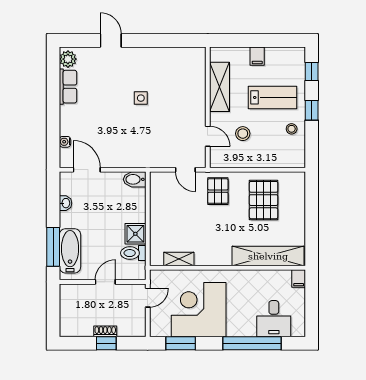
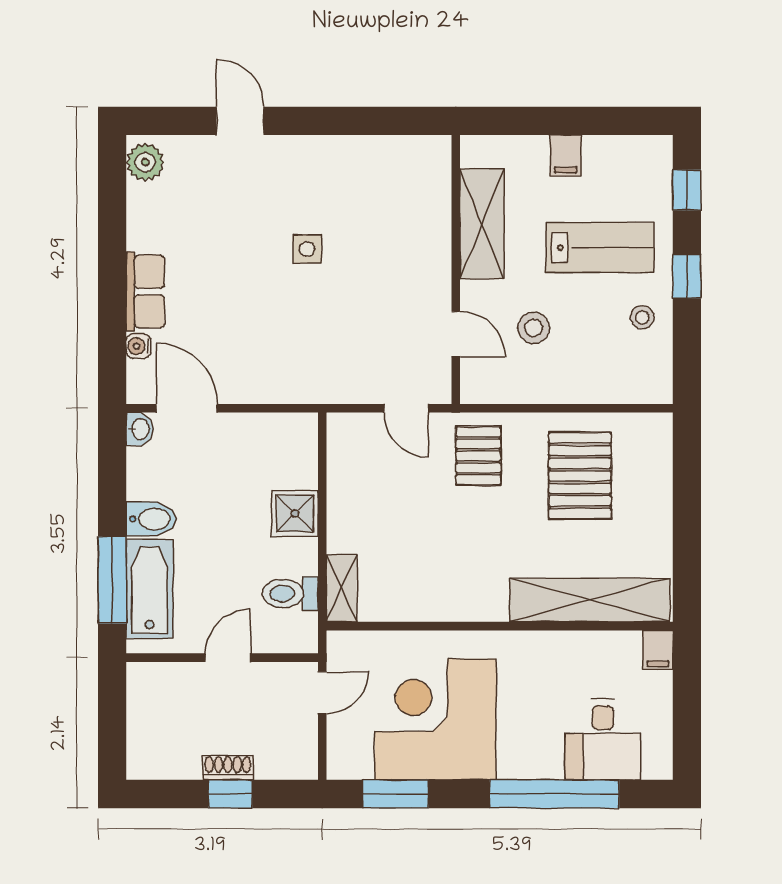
row of seats: (68, 87) -> (145, 291), moved
bidet: (135, 179) -> (151, 519), moved, turned 180
washbasin: (66, 203) -> (140, 429), moved
shower: (135, 234) -> (295, 513), moved
shelving: (179, 259) -> (342, 588), moved, turned 90

